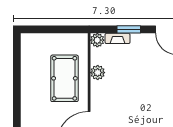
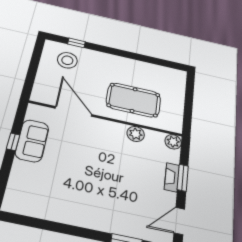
fireplace: (118, 38) -> (172, 177), moved

